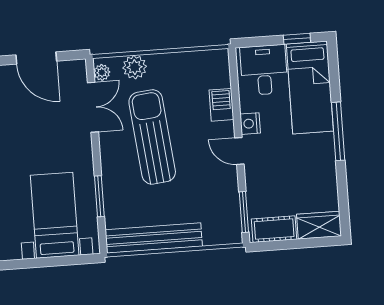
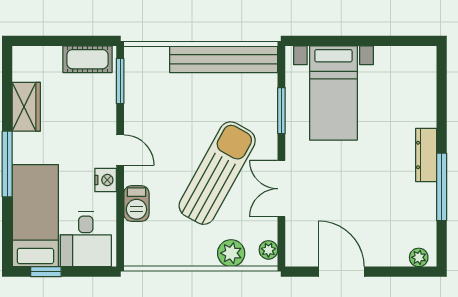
double door: (93, 107) -> (281, 189), moved
sun lounger: (152, 137) -> (217, 173), turned -145
wardrobe: (319, 225) -> (26, 107), moved, turned -90

